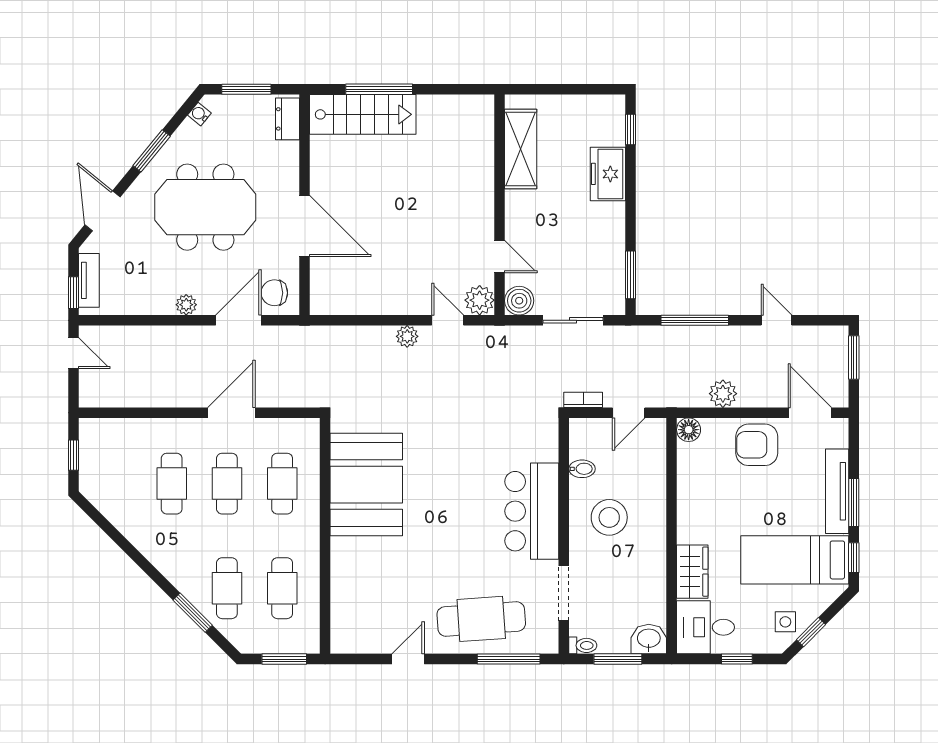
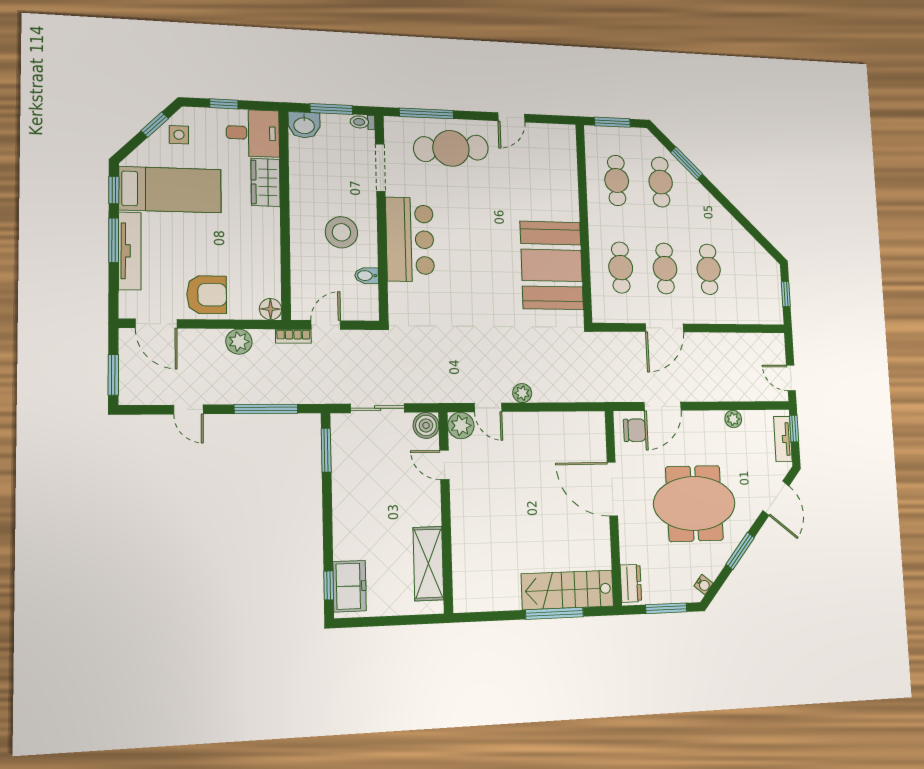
freezer: (608, 174) -> (350, 586), moved
plant: (186, 305) -> (733, 419), moved
bookcase: (583, 400) -> (293, 336), moved

